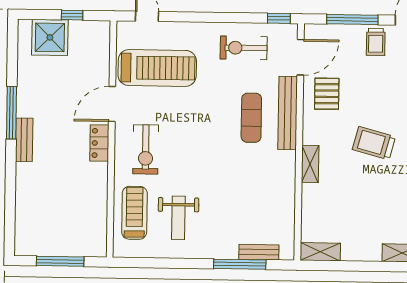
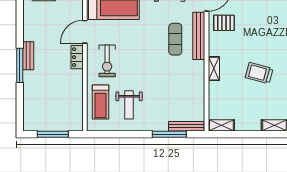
pallet: (327, 94) -> (224, 23), turned 90
window: (11, 113) -> (20, 65), moved
trolley: (374, 143) -> (259, 73), moved
treadmill: (134, 213) -> (100, 102), turned 180
bench: (259, 252) -> (186, 126), width x1.36

